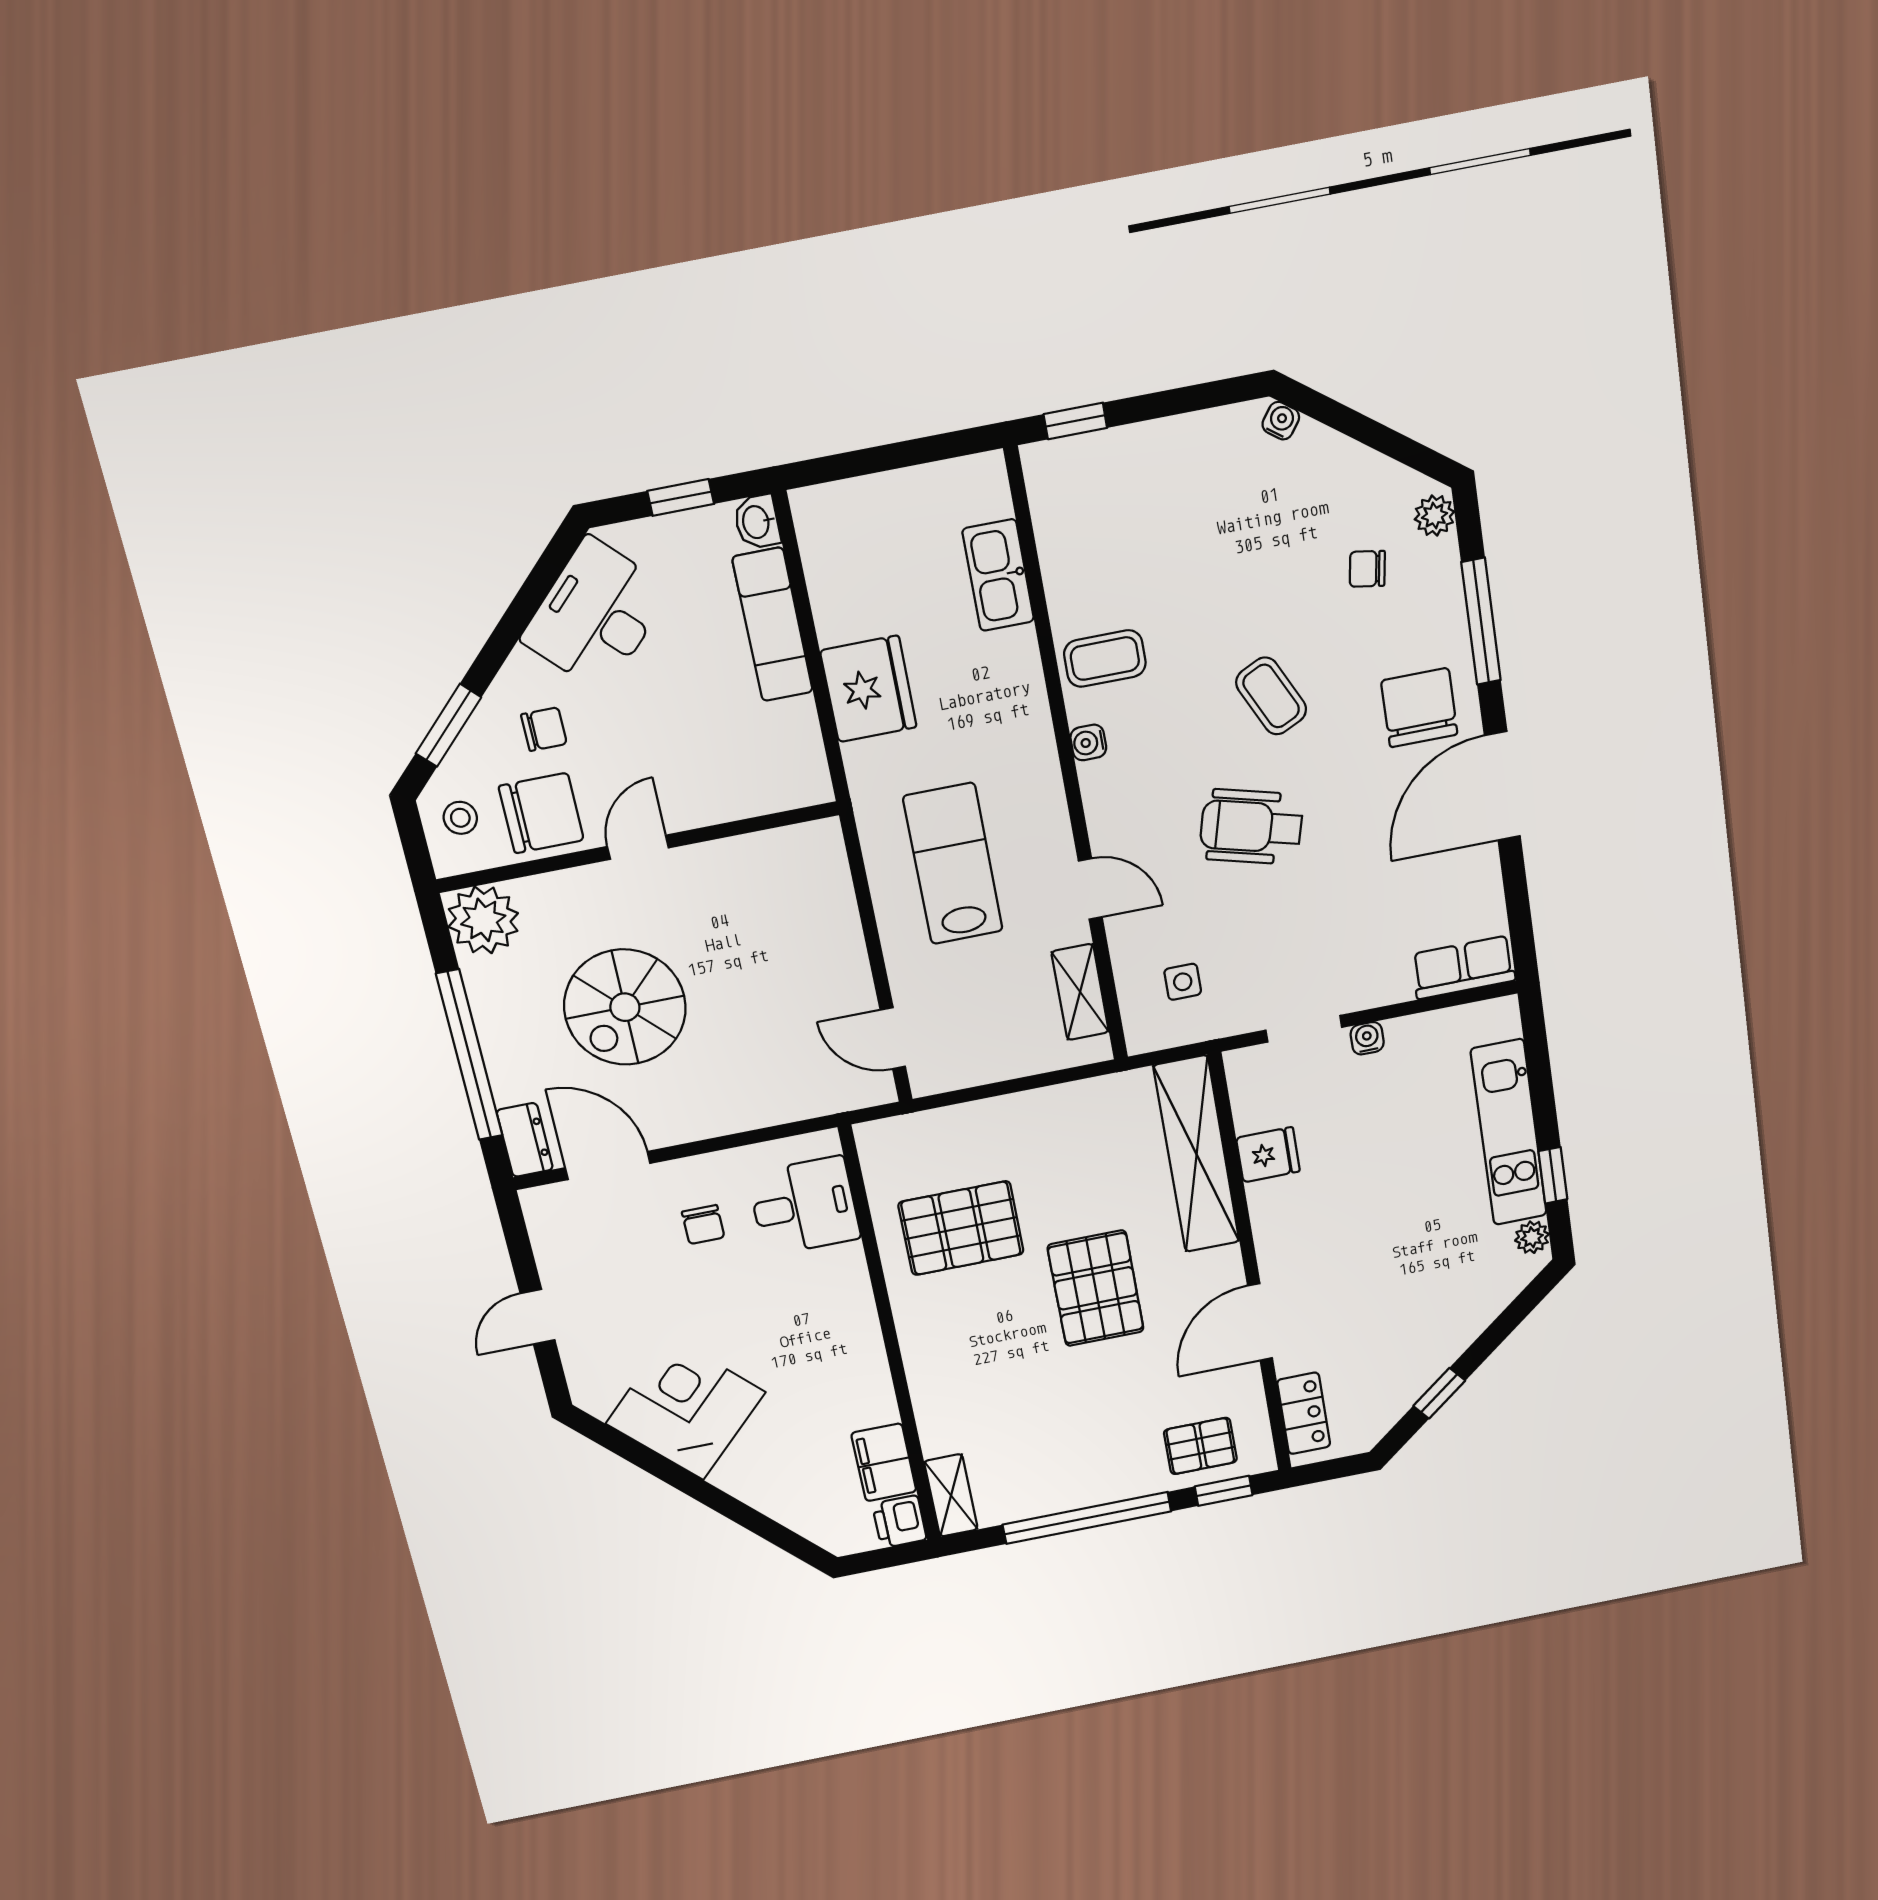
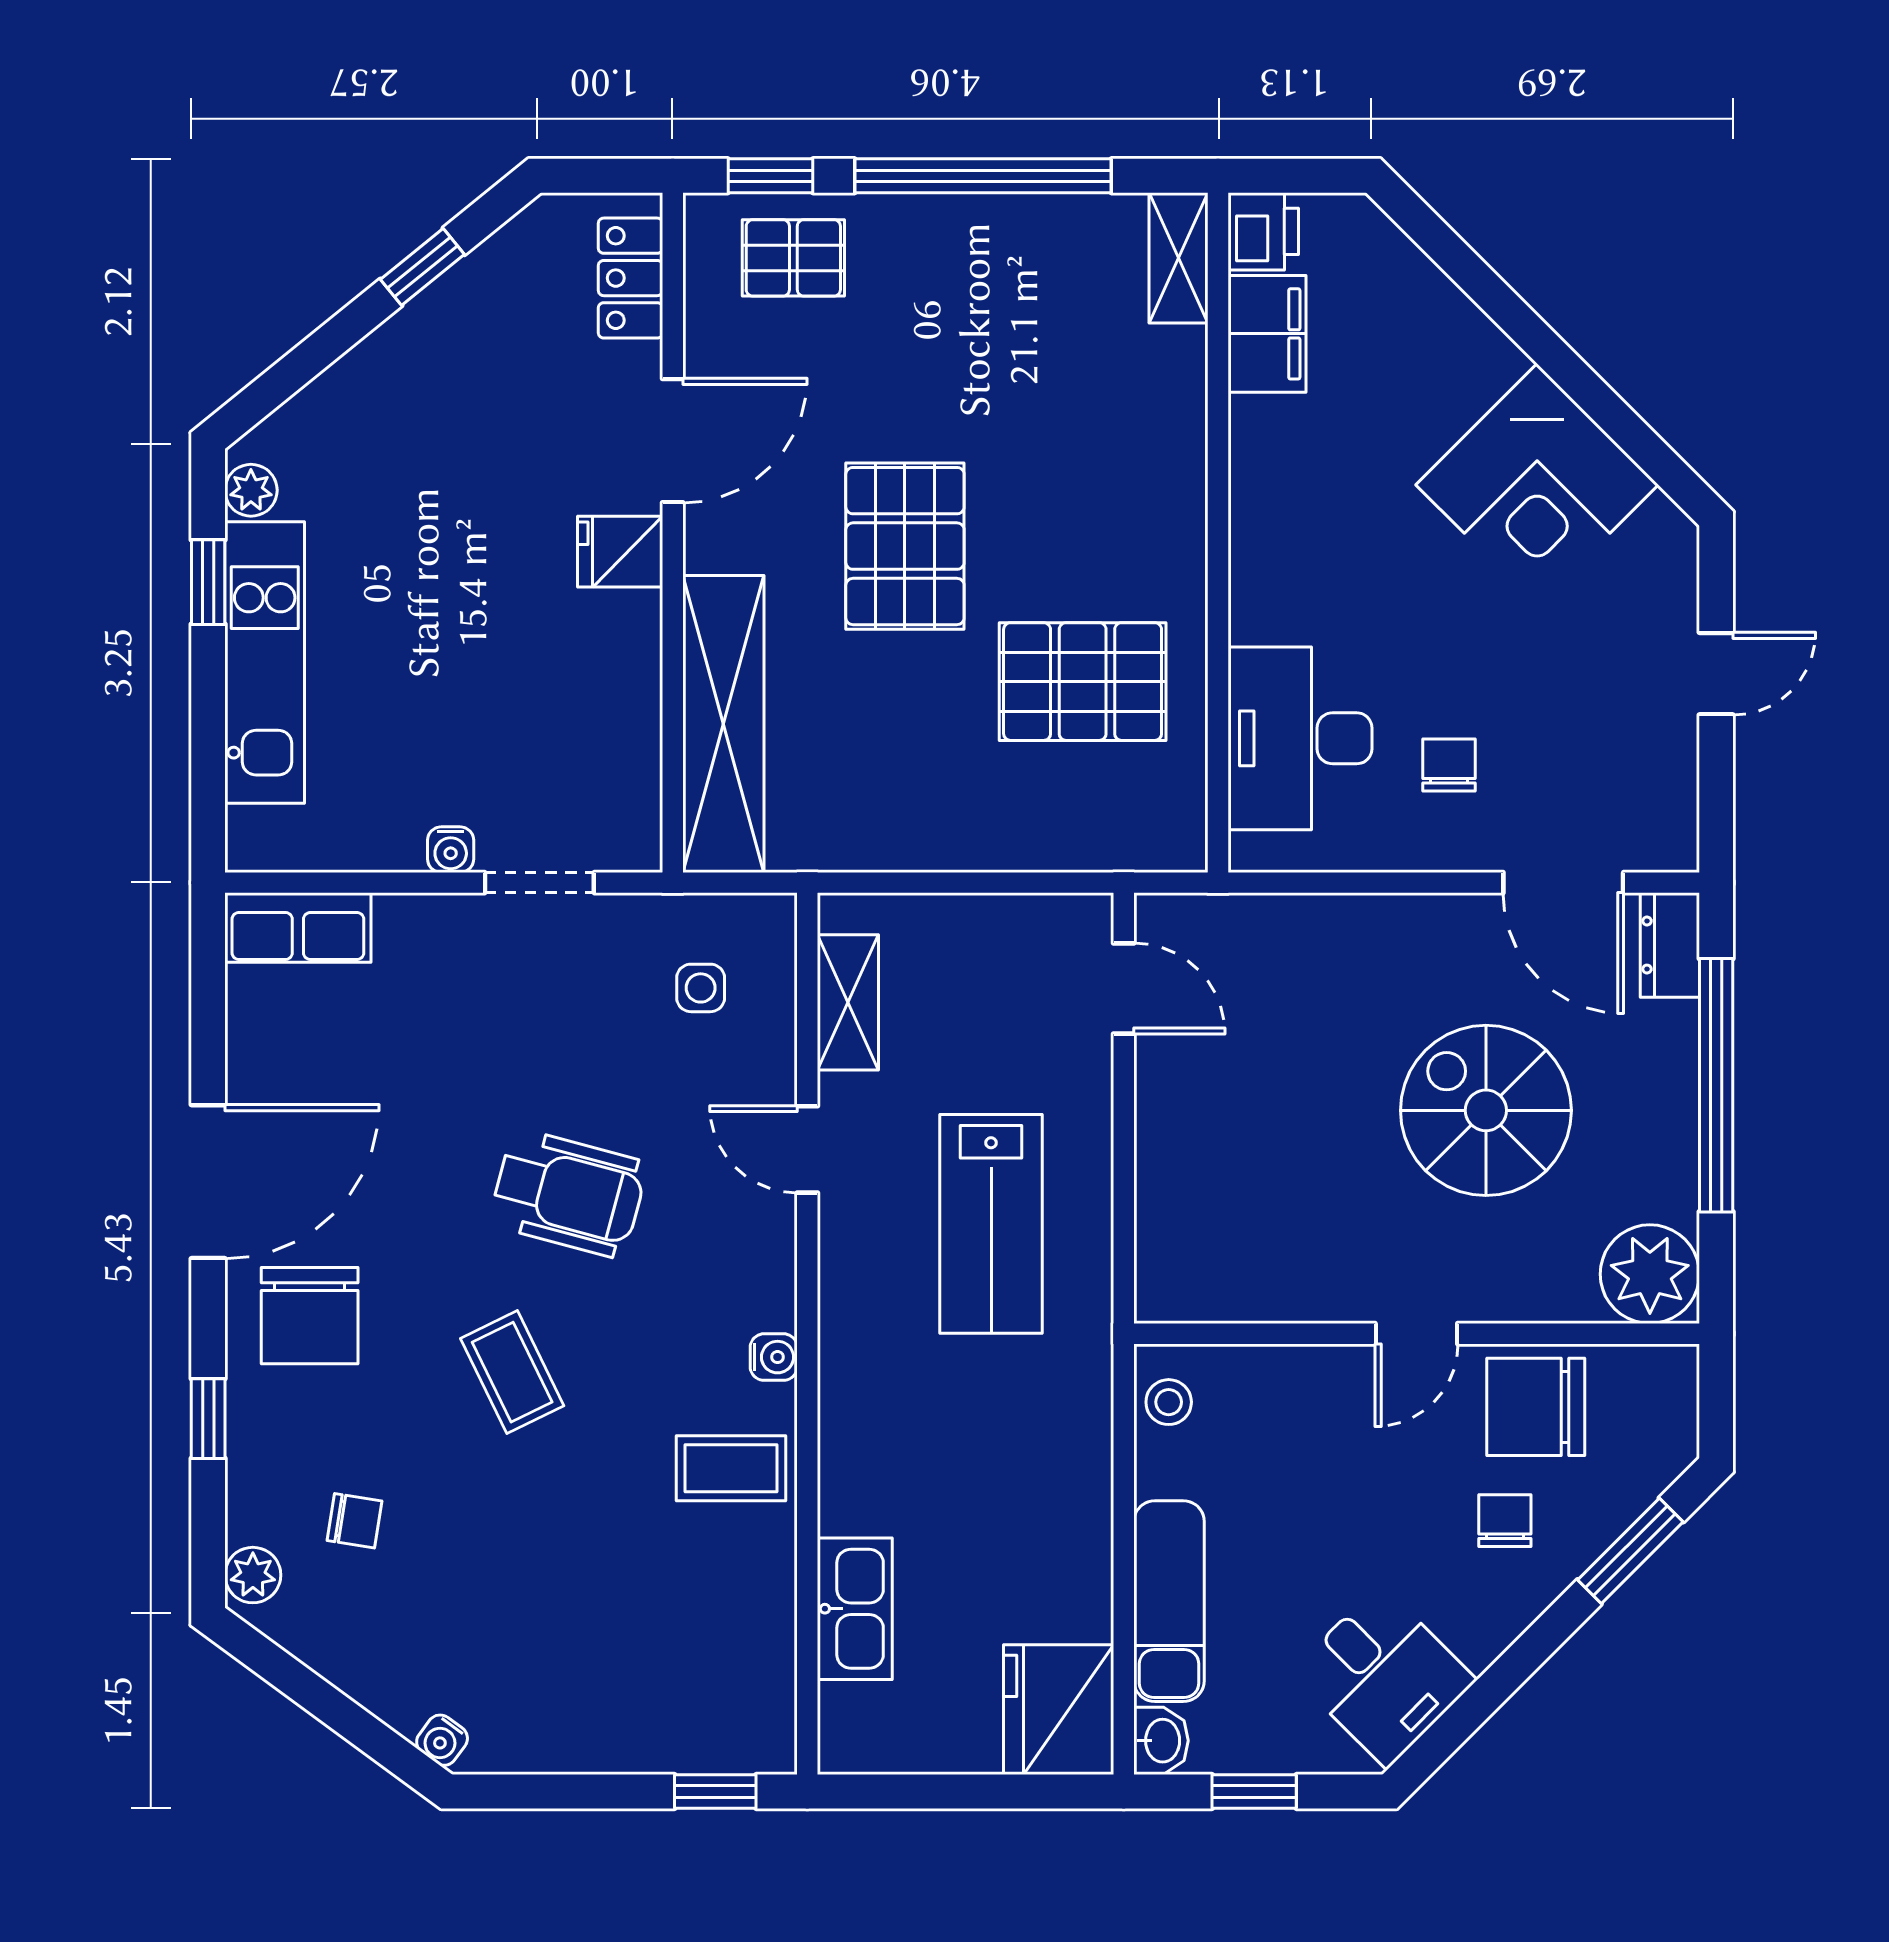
desk: (596, 615) -> (1383, 1676), width x0.73
window: (1481, 621) -> (208, 1419), width x0.46
fridge: (868, 689) -> (1059, 1710), moved
chair: (544, 729) -> (1505, 1521), turned 90
stool: (460, 818) -> (1169, 1402), moved
spiral stairs: (625, 1007) -> (1486, 1110), turned -90
fridge: (1268, 1155) -> (620, 552), moved
desk: (804, 1206) -> (1300, 738), width x1.37

